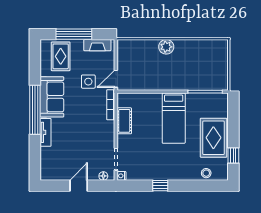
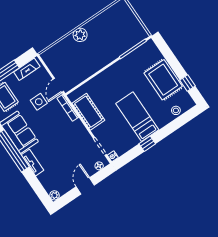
bed: (174, 118) -> (137, 117), moved, turned 180
cot: (124, 121) -> (88, 112), width x1.37, depth x1.34
plant: (45, 175) -> (54, 195), added

